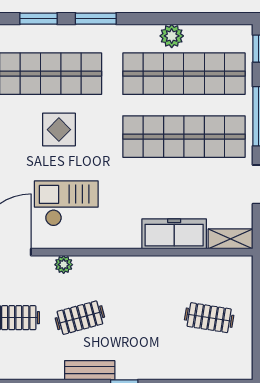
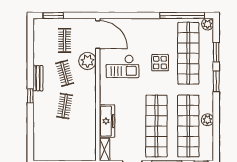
checkout: (66, 203) -> (123, 66), turned 90
plant: (64, 265) -> (88, 61), width x1.88, depth x1.88
clothes rail: (209, 318) -> (65, 106), moved

